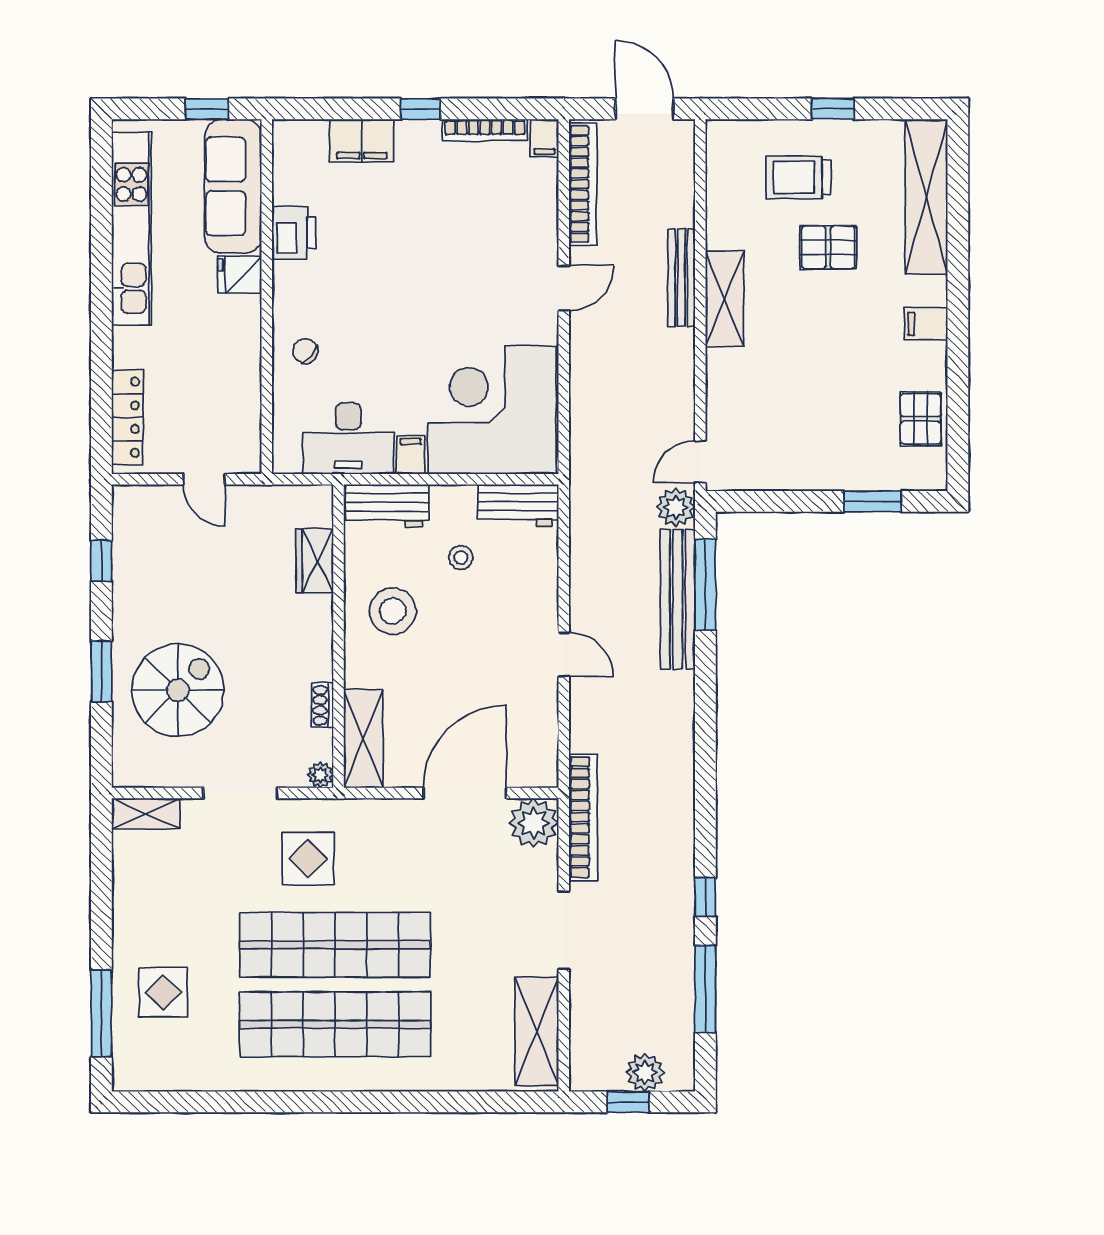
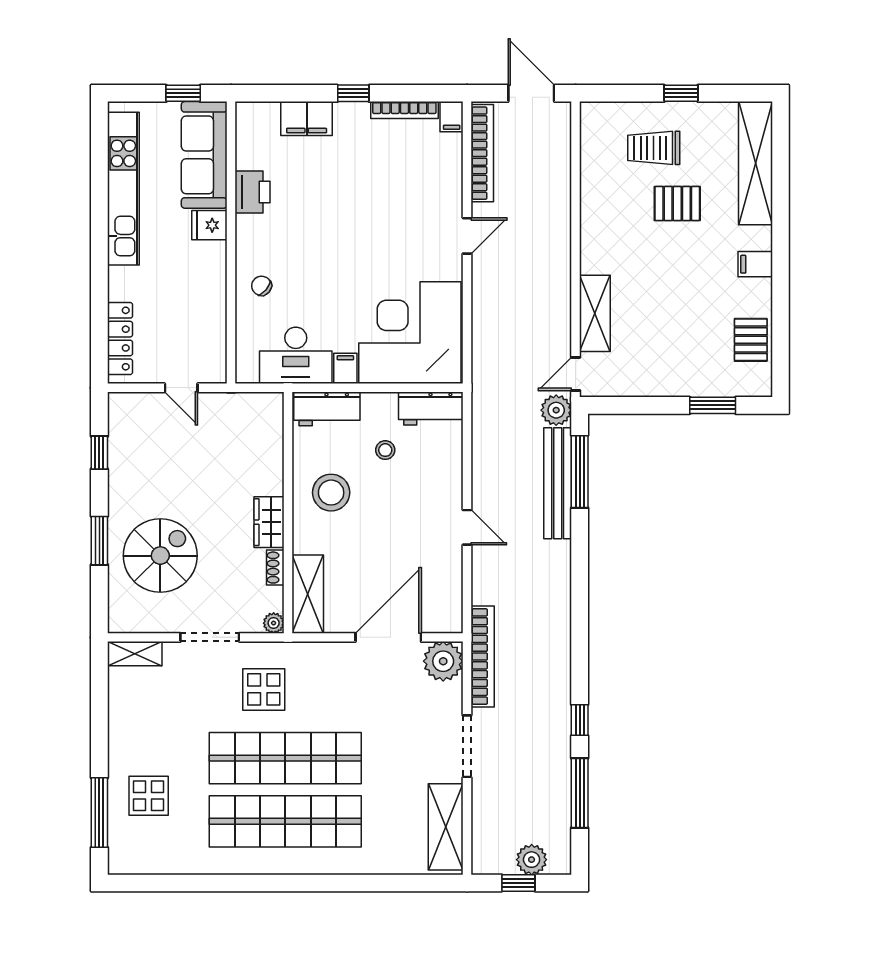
bench: (681, 278) -> (561, 228), removed
shelving: (725, 299) -> (595, 313), moved
wardrobe: (315, 561) -> (269, 522), moved

